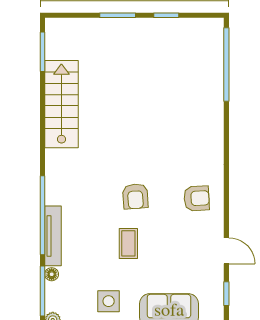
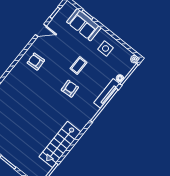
armchair: (135, 196) -> (70, 89), moved
door: (226, 251) -> (41, 30), swing flipped

